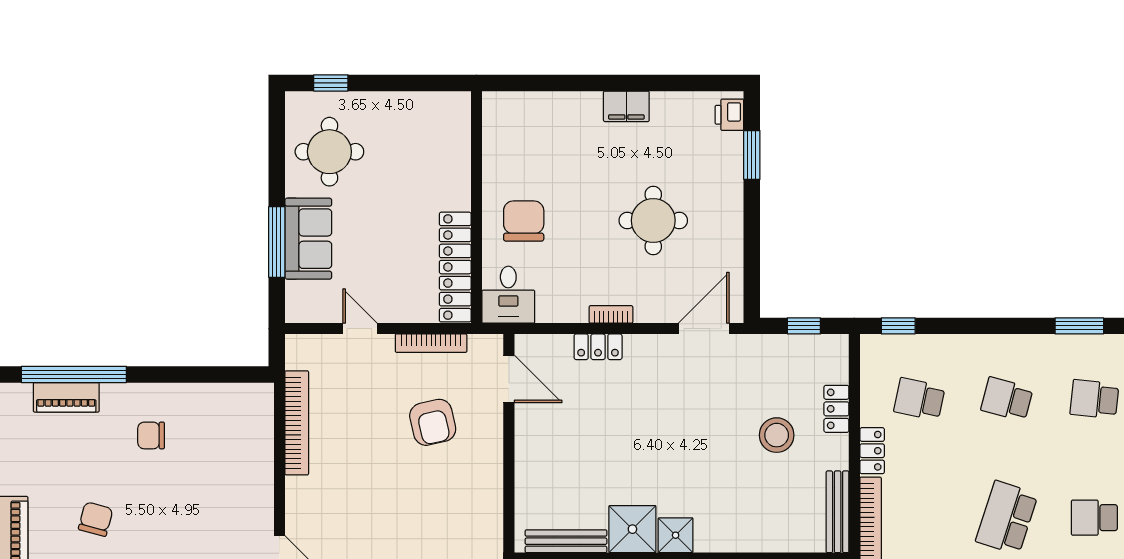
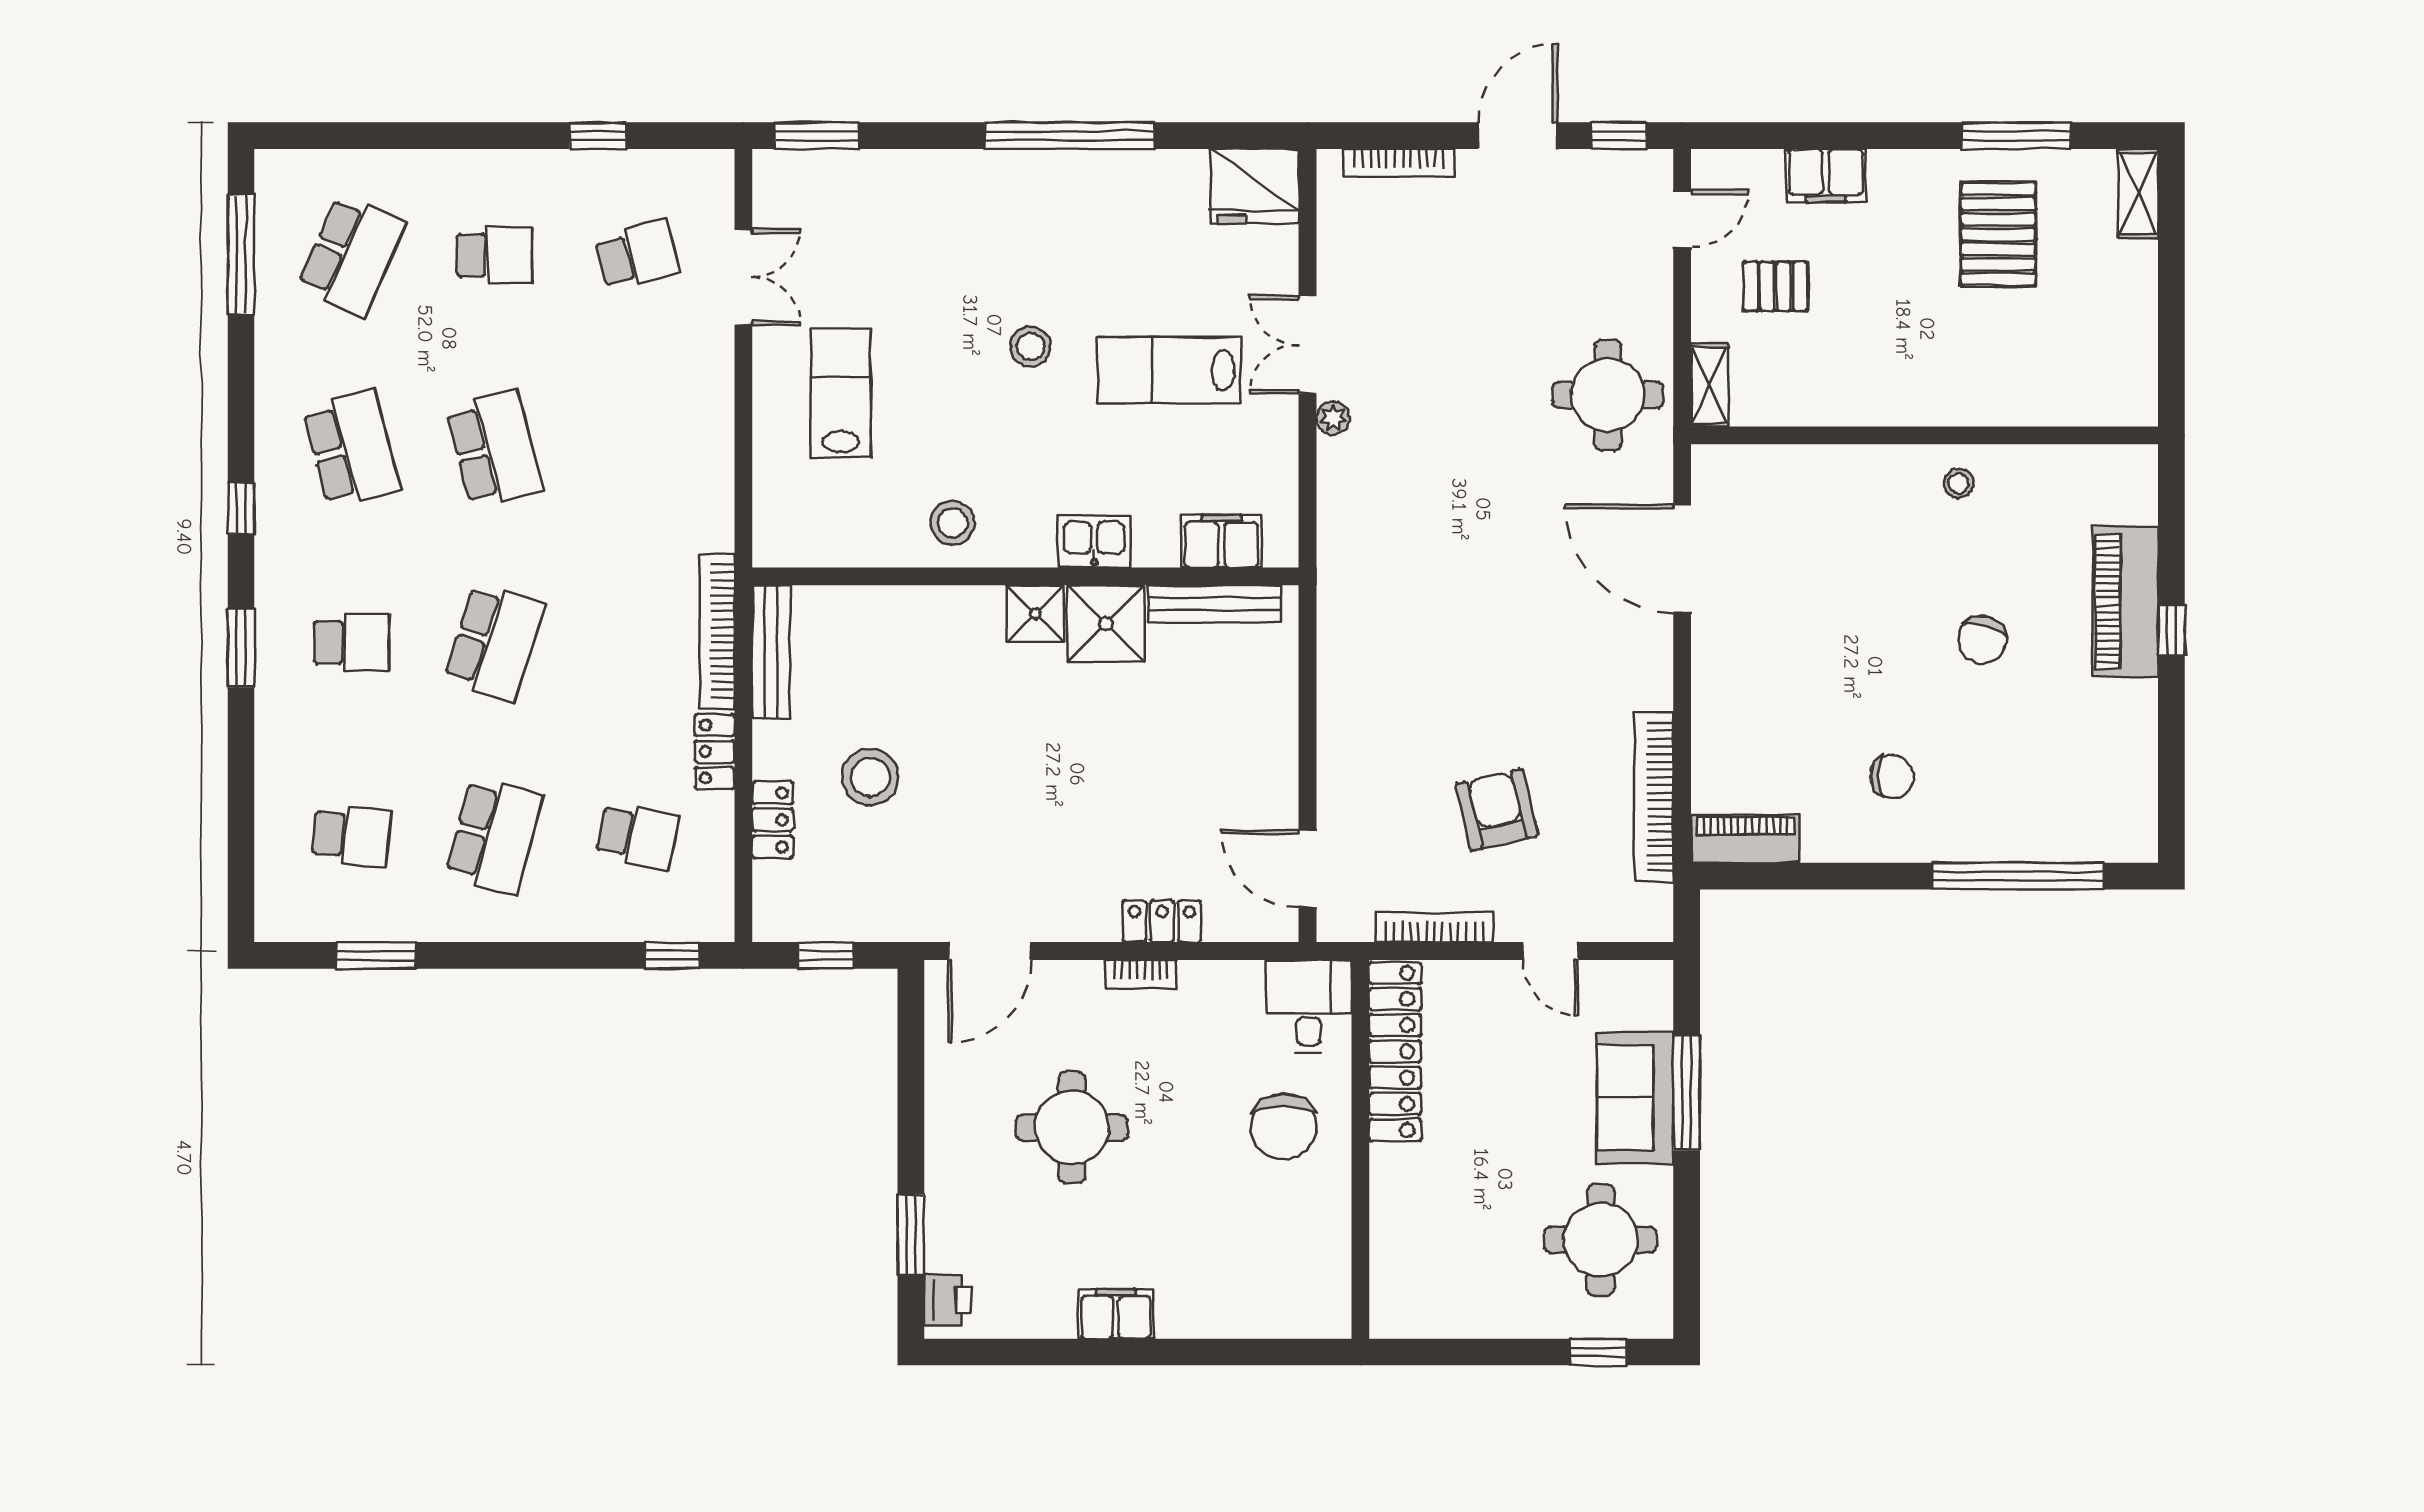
piano: (66, 397) -> (1746, 839), moved
school desk: (1007, 399) -> (494, 836), width x1.85
armchair: (433, 422) -> (1497, 810), moved

